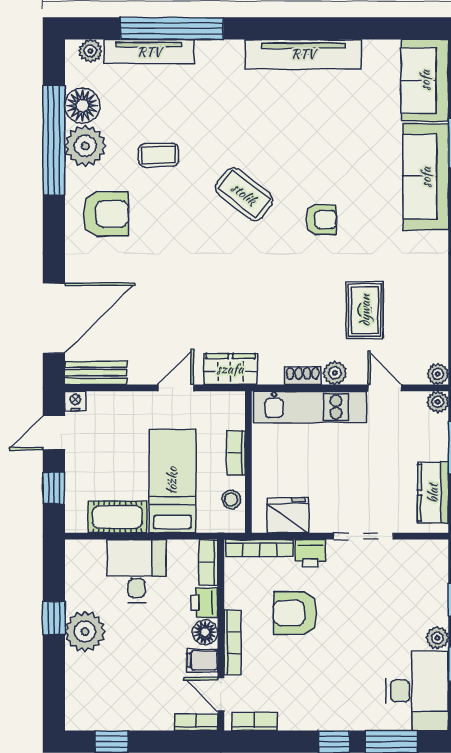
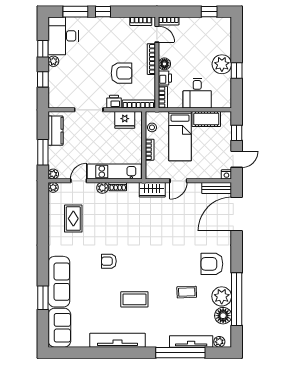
coffee table: (244, 194) -> (134, 299), moved, turned -38
rug: (365, 310) -> (73, 219), moved
door: (385, 388) -> (79, 181), swing flipped
filing cabinet: (202, 660) -> (166, 51), removed

